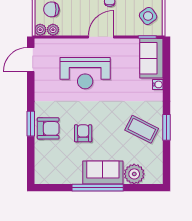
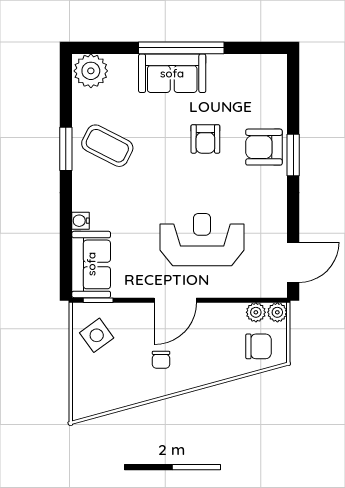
plant: (134, 174) -> (91, 71), moved

